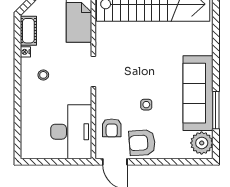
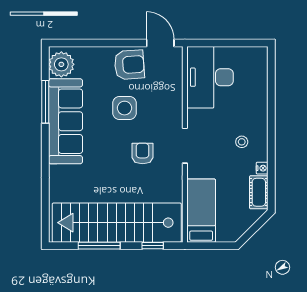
side table: (146, 105) -> (125, 108), width x1.87, depth x1.87
armchair: (112, 128) -> (143, 153), moved

